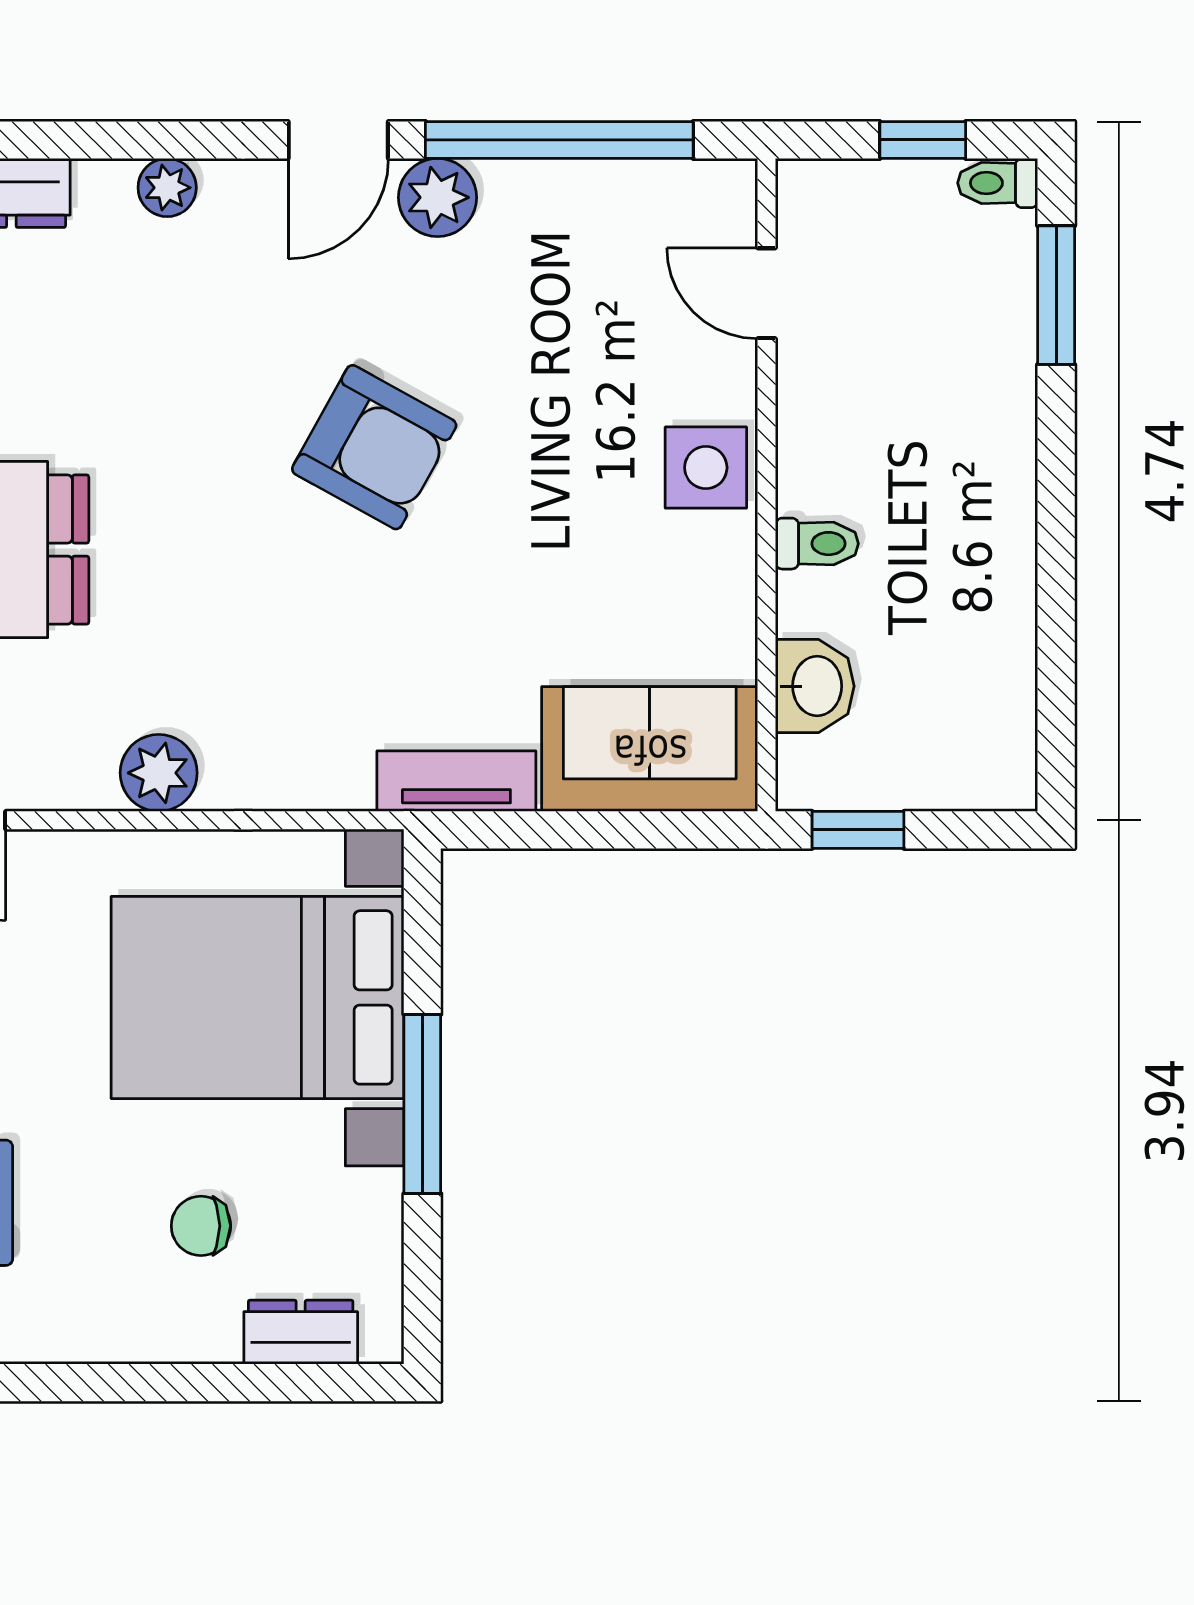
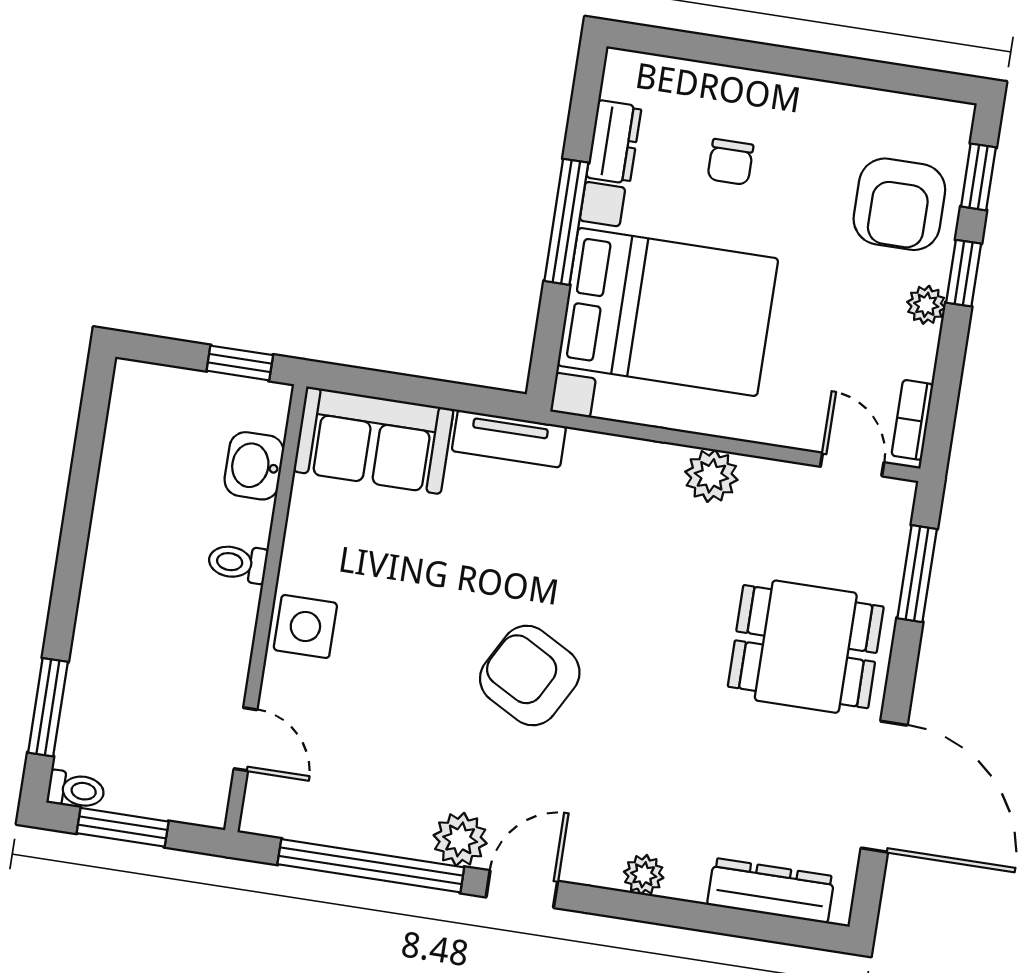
window: (923, 140) -> (123, 827), width x1.50
chair: (201, 1226) -> (730, 162), turned 90
dresser: (301, 1332) -> (614, 142), moved, turned -90

